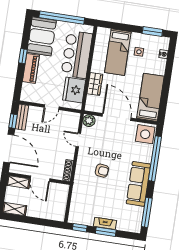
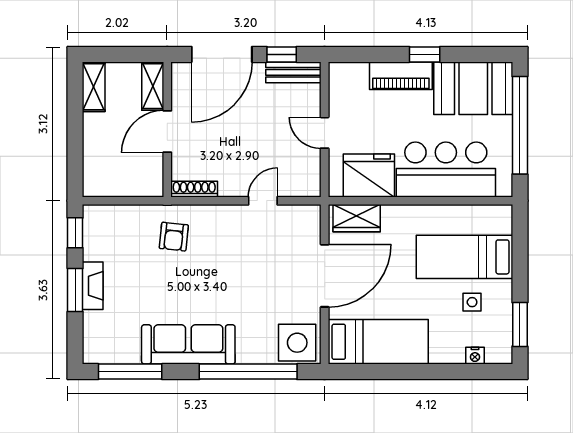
wardrobe: (95, 84) -> (357, 218), moved
plant: (89, 121) -> (308, 217), removed
armchair: (102, 171) -> (174, 237), moved

